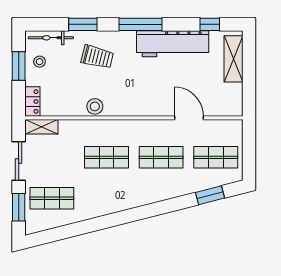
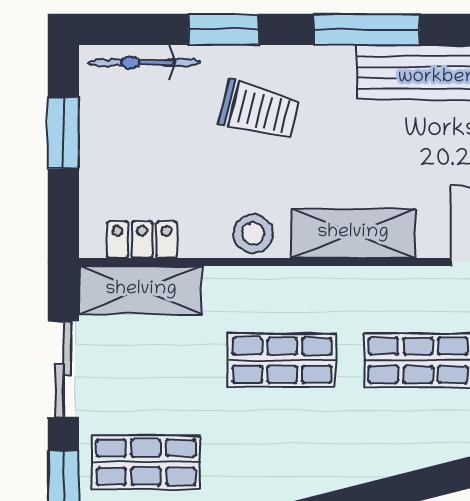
stool: (40, 62) -> (115, 122), removed
locker: (32, 102) -> (142, 239), moved, turned -90
shelving: (135, 106) -> (353, 233), added
shelving: (42, 127) -> (141, 290), width x1.50, depth x1.33

